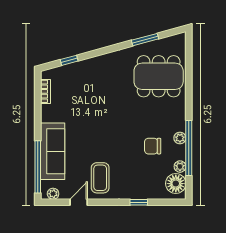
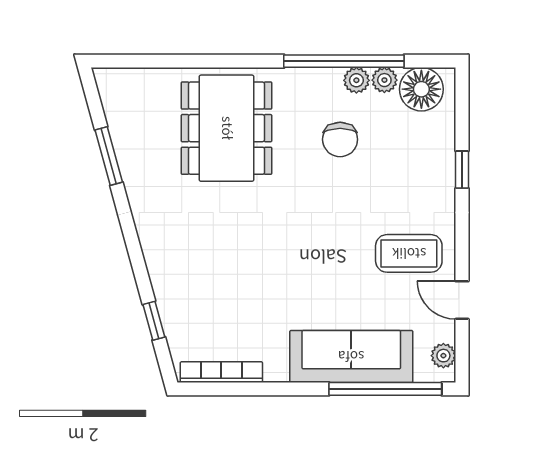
dining table: (159, 76) -> (227, 128), moved
bookcase: (45, 91) -> (221, 372), width x1.56
plant: (180, 138) -> (356, 80), moved

